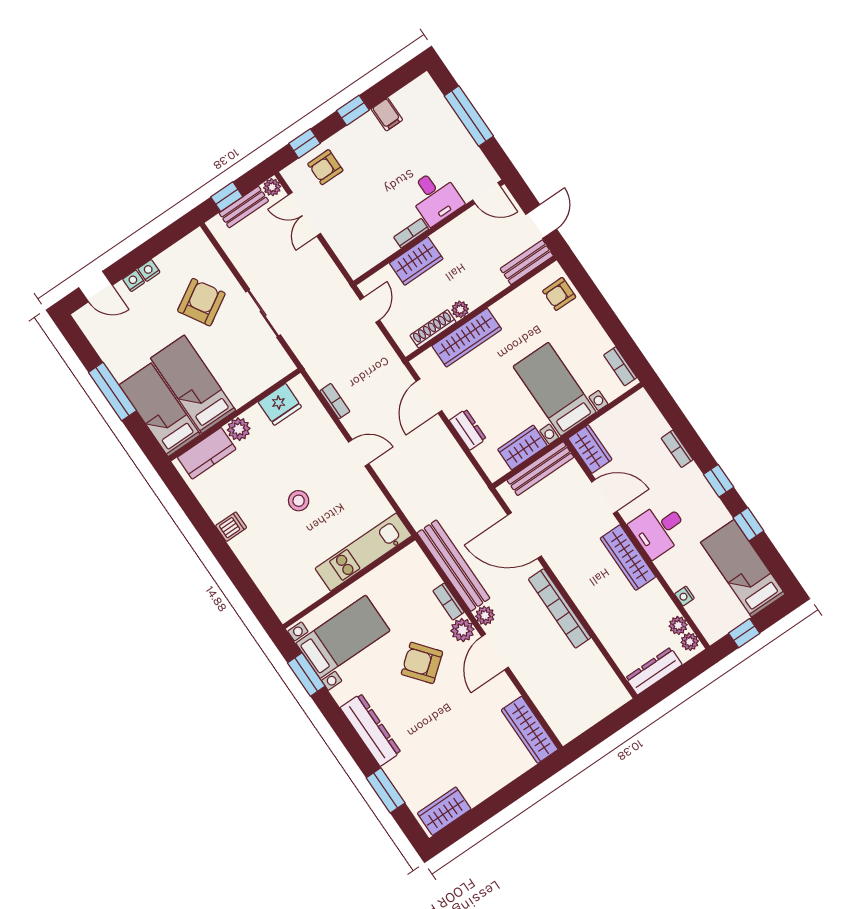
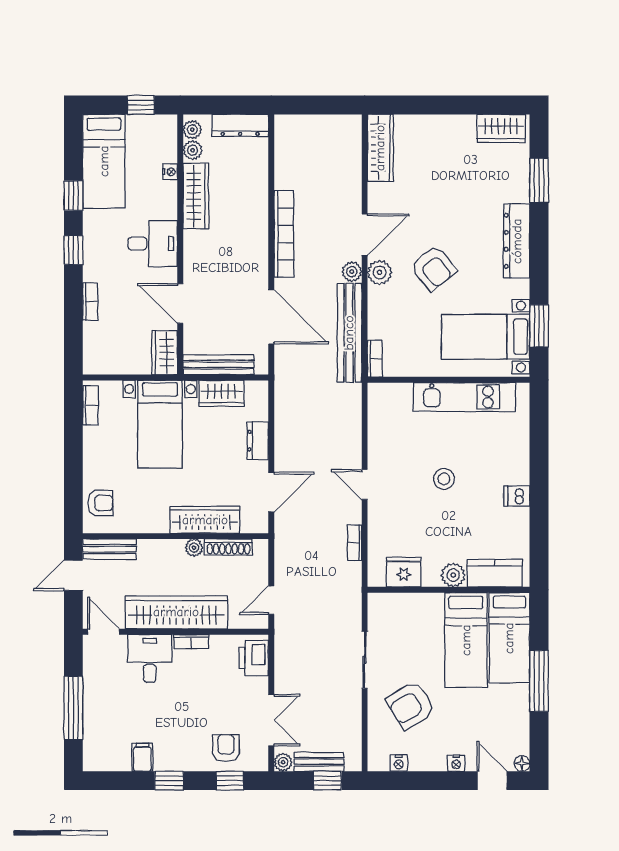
armchair: (325, 167) -> (226, 748), turned -90
printer: (352, 254) -> (254, 658), added
wardrobe: (416, 261) -> (176, 612), width x2.10, depth x1.17
nightstand: (149, 271) -> (399, 763), moved
floor lamp: (81, 316) -> (522, 763), added
kitchen unit: (363, 552) -> (465, 397), moved
wardrobe: (628, 558) -> (196, 196), moved
bookcase: (449, 602) -> (375, 358), moved

